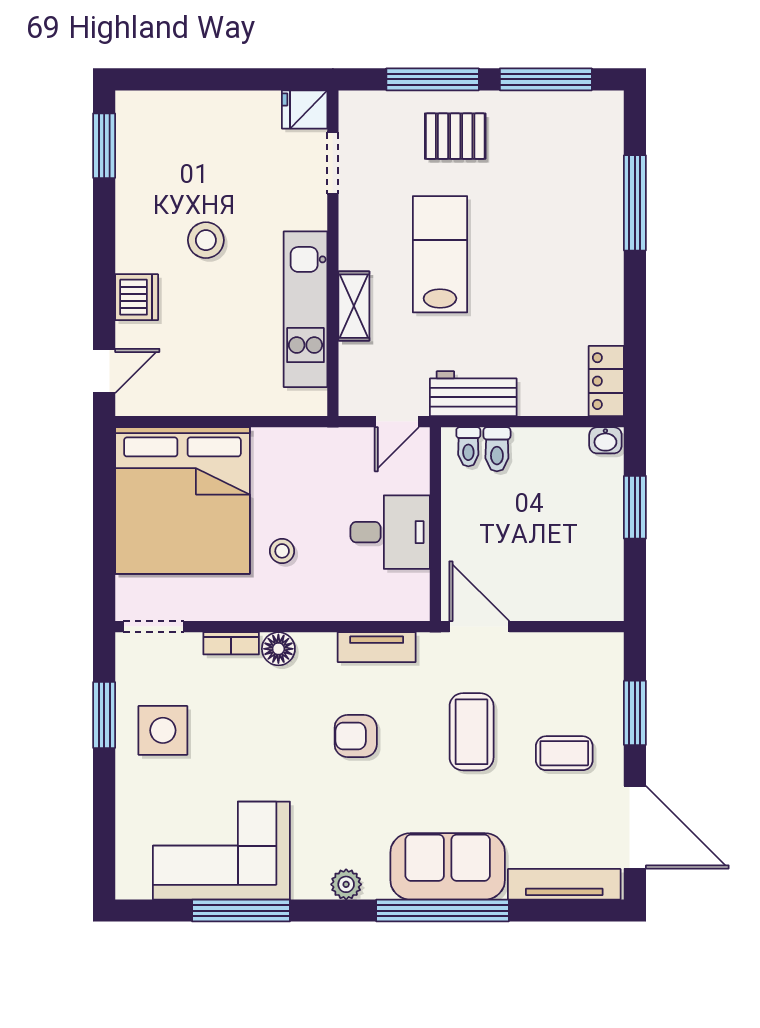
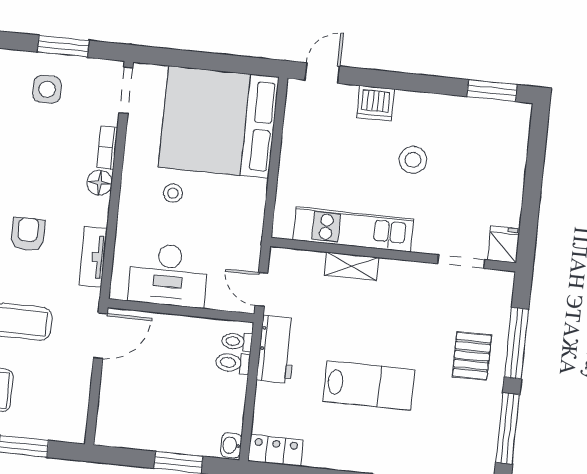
lab bench: (440, 254) -> (369, 385), moved
door: (104, 371) -> (322, 73), swing flipped
desk: (390, 532) -> (168, 275), width x1.37
side table: (163, 730) -> (47, 89), width x0.73, depth x0.73

